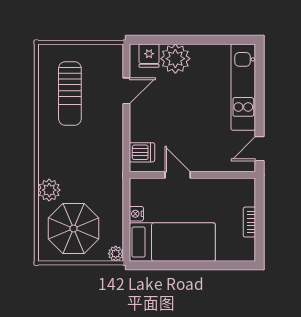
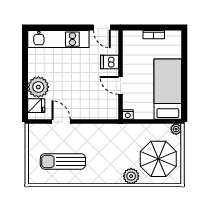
sun lounger: (70, 93) -> (63, 161), turned 180
dishwasher: (142, 152) -> (109, 62), moved, turned -90
door: (178, 175) -> (120, 85), hinge flipped
nightstand: (136, 214) -> (128, 115), moved

